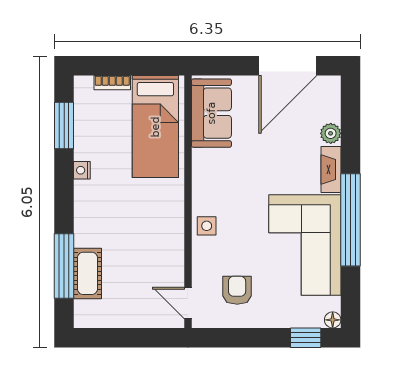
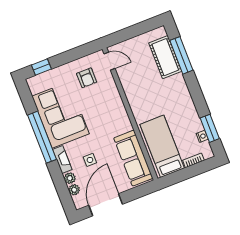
plant: (331, 111) -> (74, 190), added
sofa: (211, 113) -> (133, 158), width x1.36
nightstand: (82, 170) -> (202, 136), moved
side table: (207, 226) -> (90, 160), moved
cot: (87, 273) -> (165, 57), width x1.37, depth x1.34
floor lamp: (333, 320) -> (31, 82), removed

